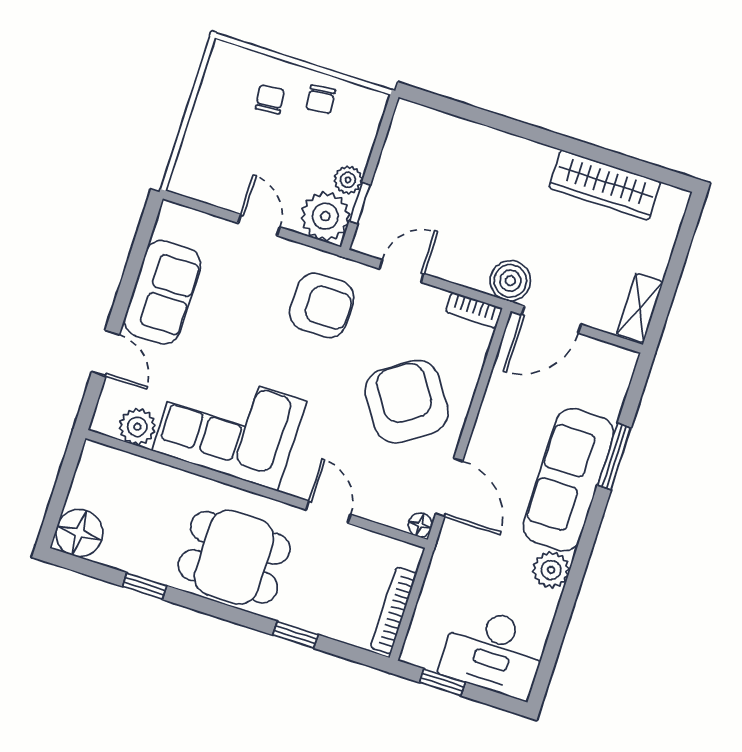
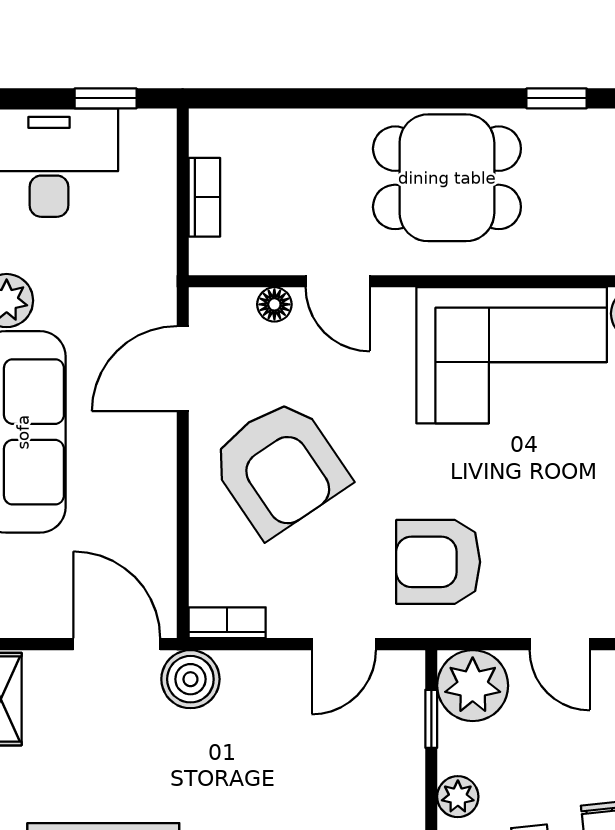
plant: (348, 180) -> (458, 797), moved
door: (551, 320) -> (117, 644), hinge flipped
door: (449, 487) -> (183, 369), hinge flipped
floor lamp: (420, 525) -> (274, 304), moved
bookcase: (394, 611) -> (204, 197), width x0.64
window: (295, 635) -> (328, 98), removed

